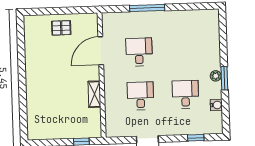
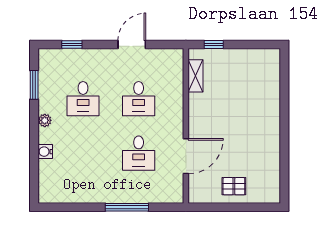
window: (224, 78) -> (34, 85), moved
shelving: (94, 94) -> (196, 76), moved
water cooler: (216, 105) -> (45, 152), moved

